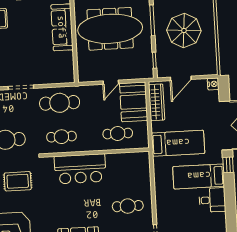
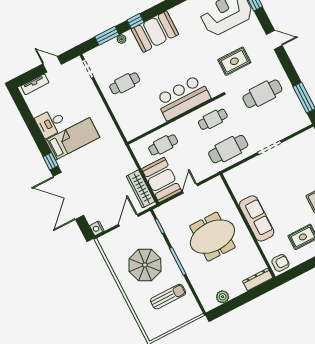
meeting table: (110, 29) -> (212, 237), width x0.73
bed: (178, 143) -> (105, 160), removed

